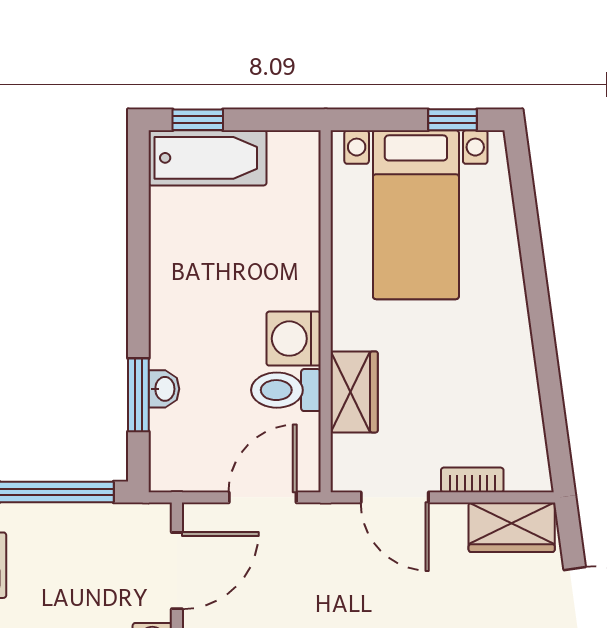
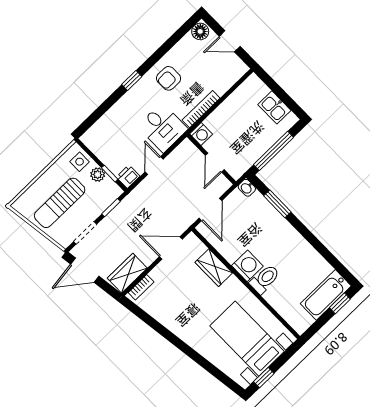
washbasin: (164, 389) -> (247, 188), moved
toilet: (286, 390) -> (265, 279), moved
bookcase: (472, 480) -> (141, 287), moved
door: (177, 571) -> (215, 163), width x0.73

